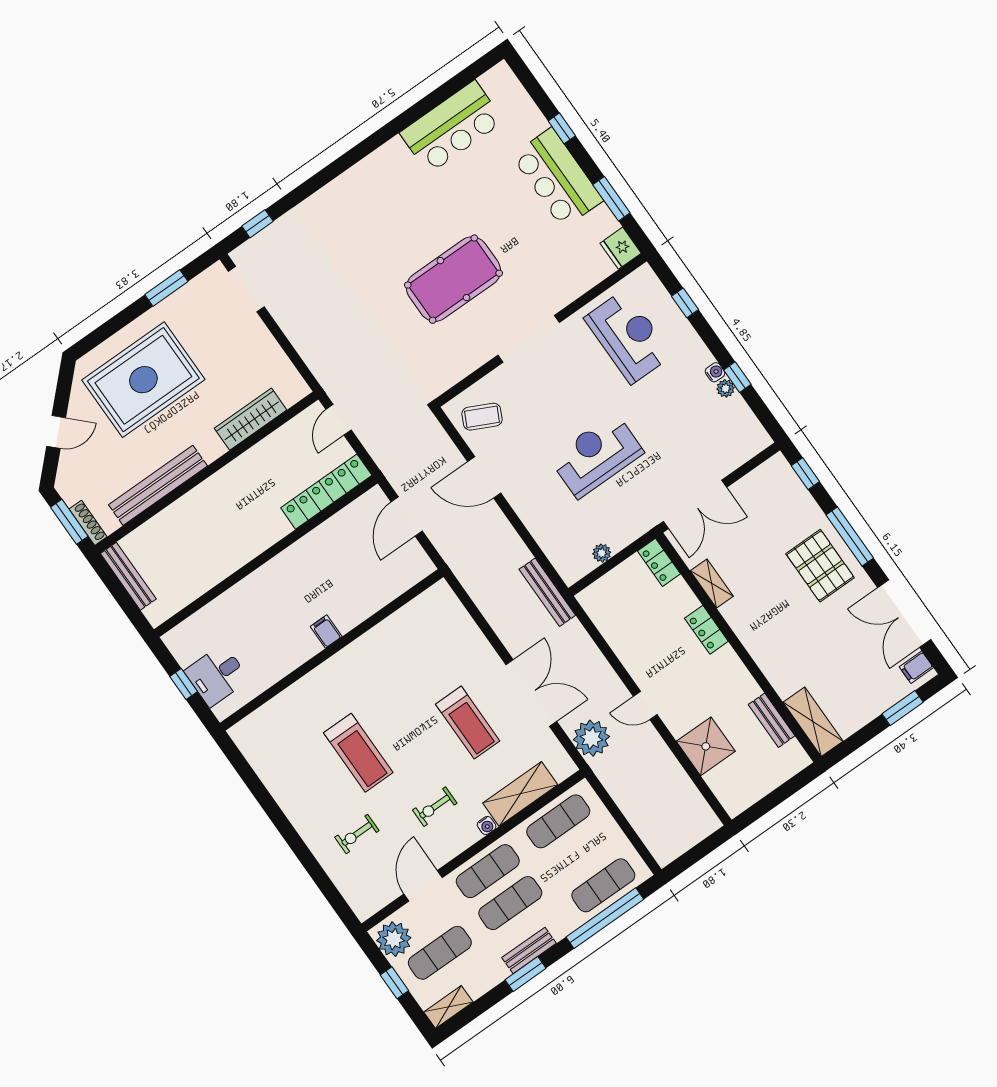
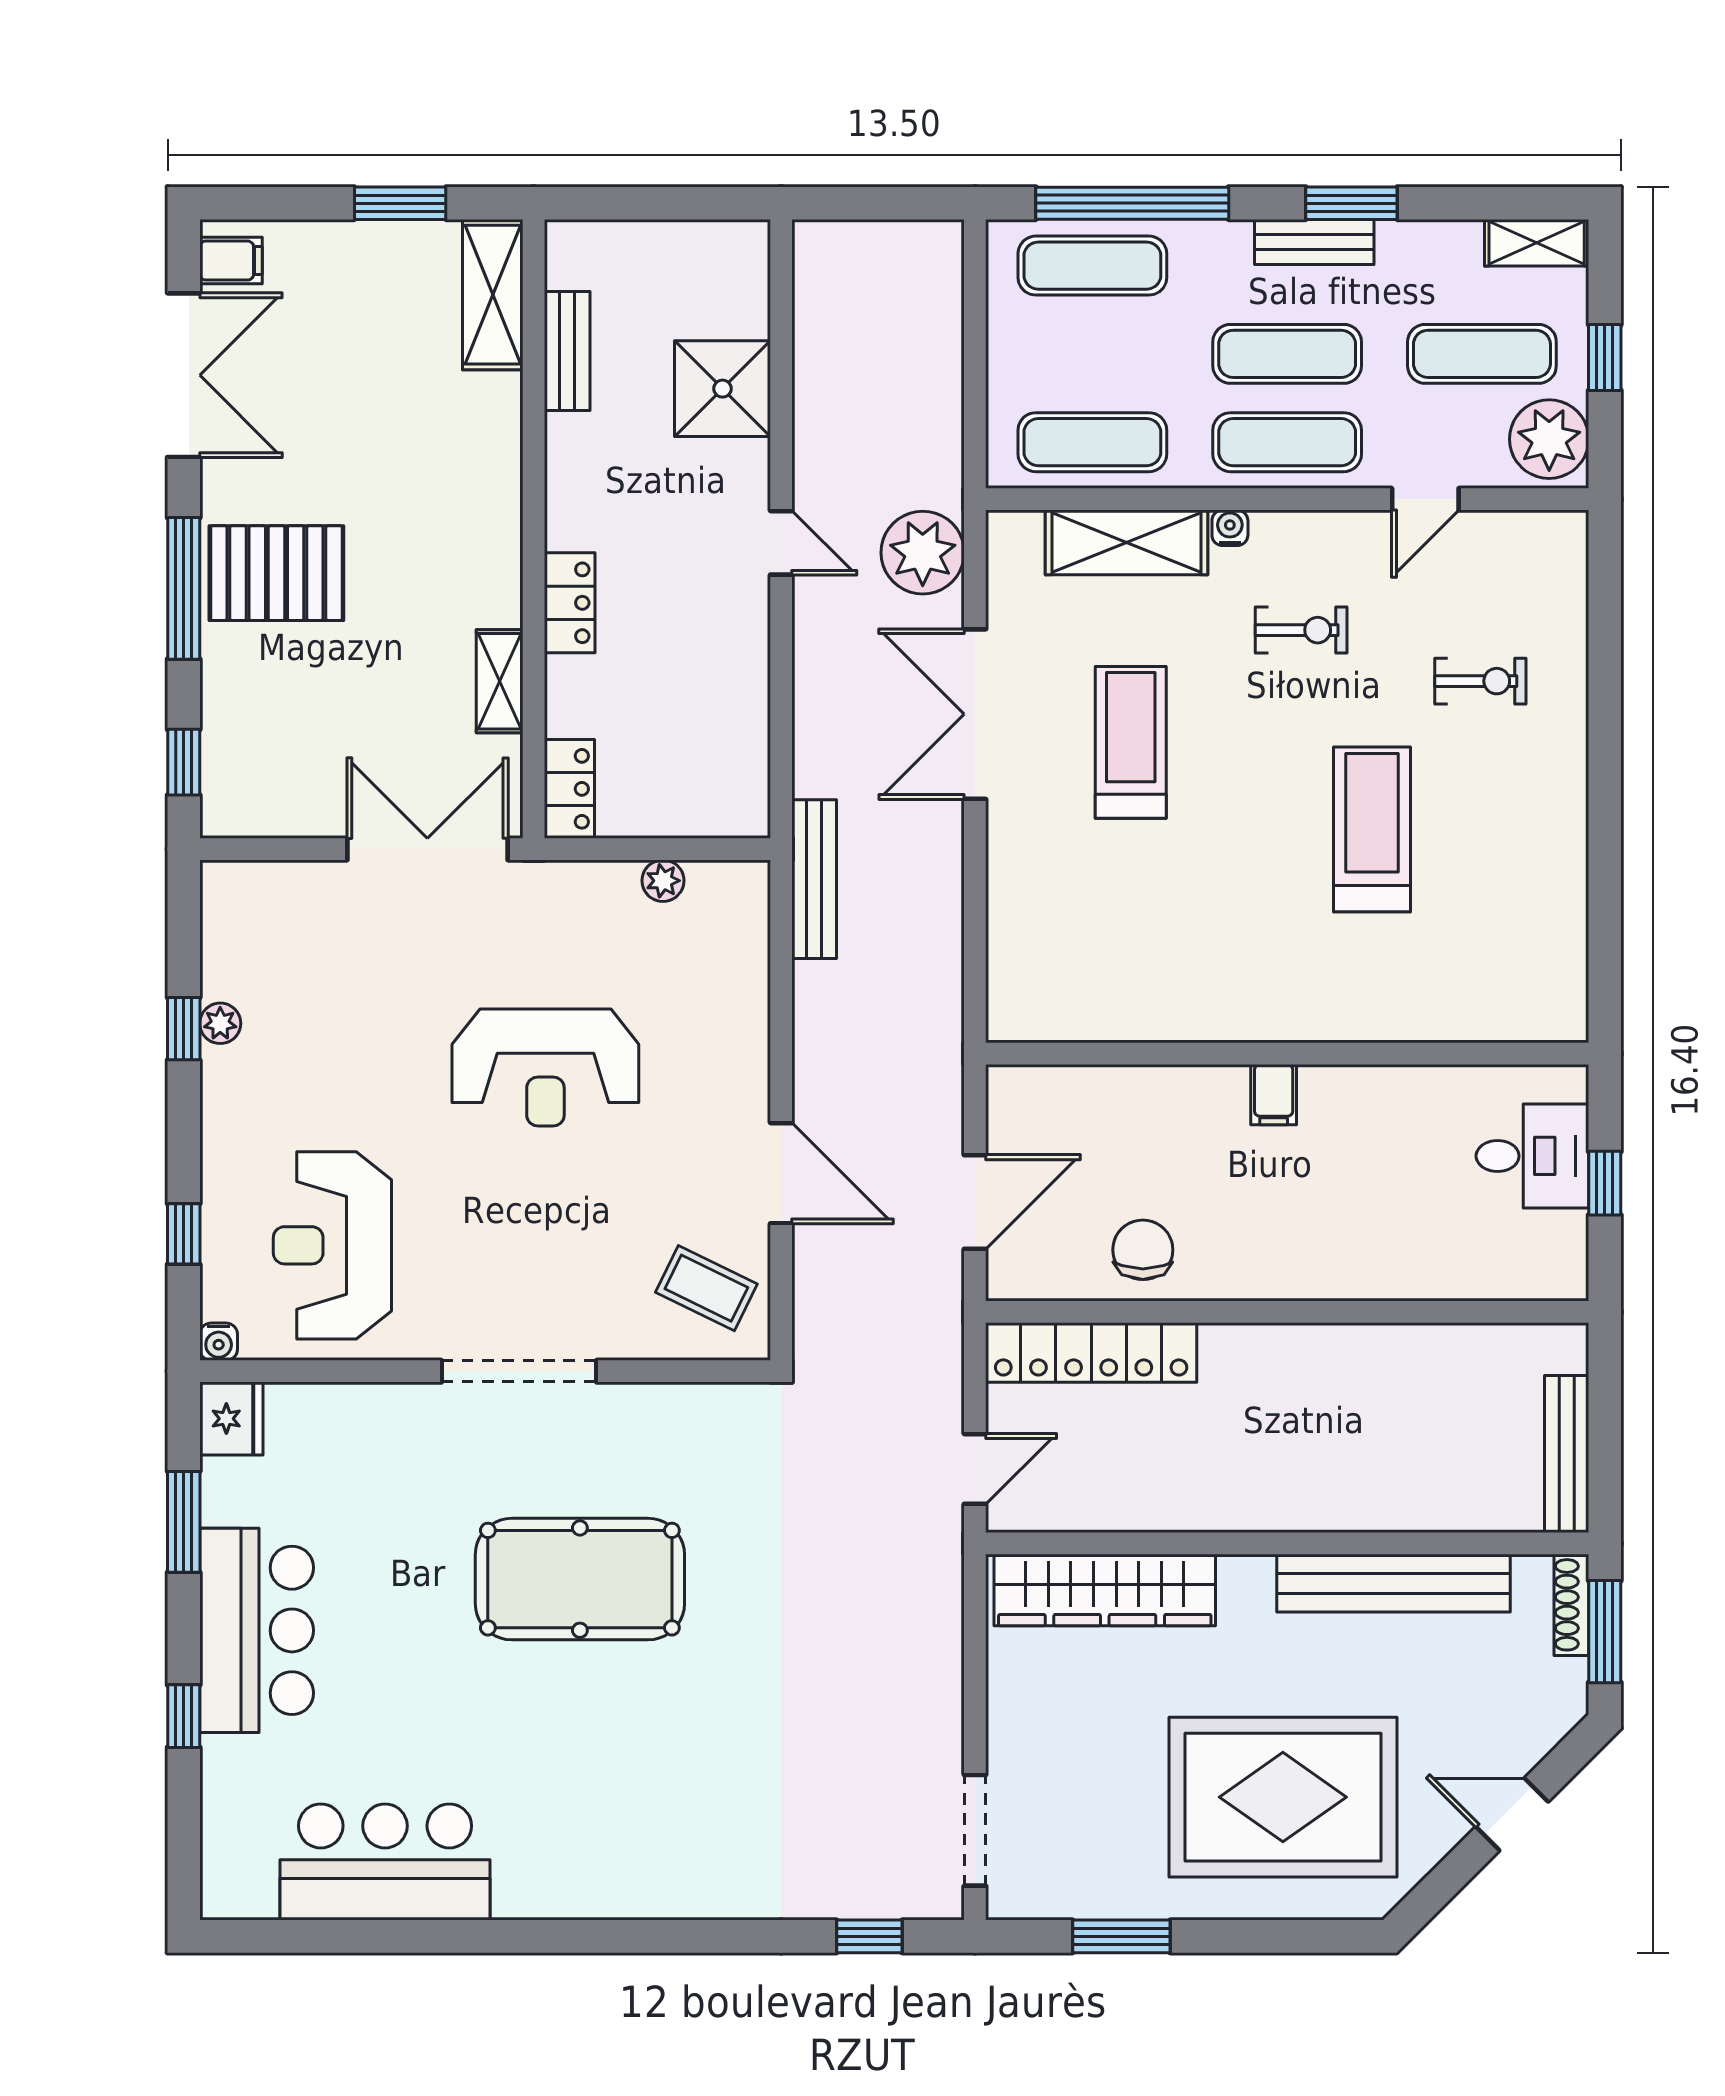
water cooler: (715, 372) -> (219, 1342), moved, turned -90
wardrobe: (251, 419) -> (1105, 1590), width x1.40, depth x1.17
chair: (334, 542) -> (1143, 1250), added
pallet: (820, 566) -> (276, 573), turned 90
window: (903, 708) -> (400, 203), moved
door: (423, 886) -> (1425, 499), width x0.73

